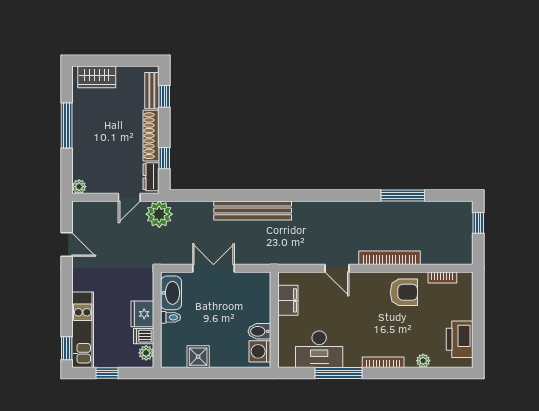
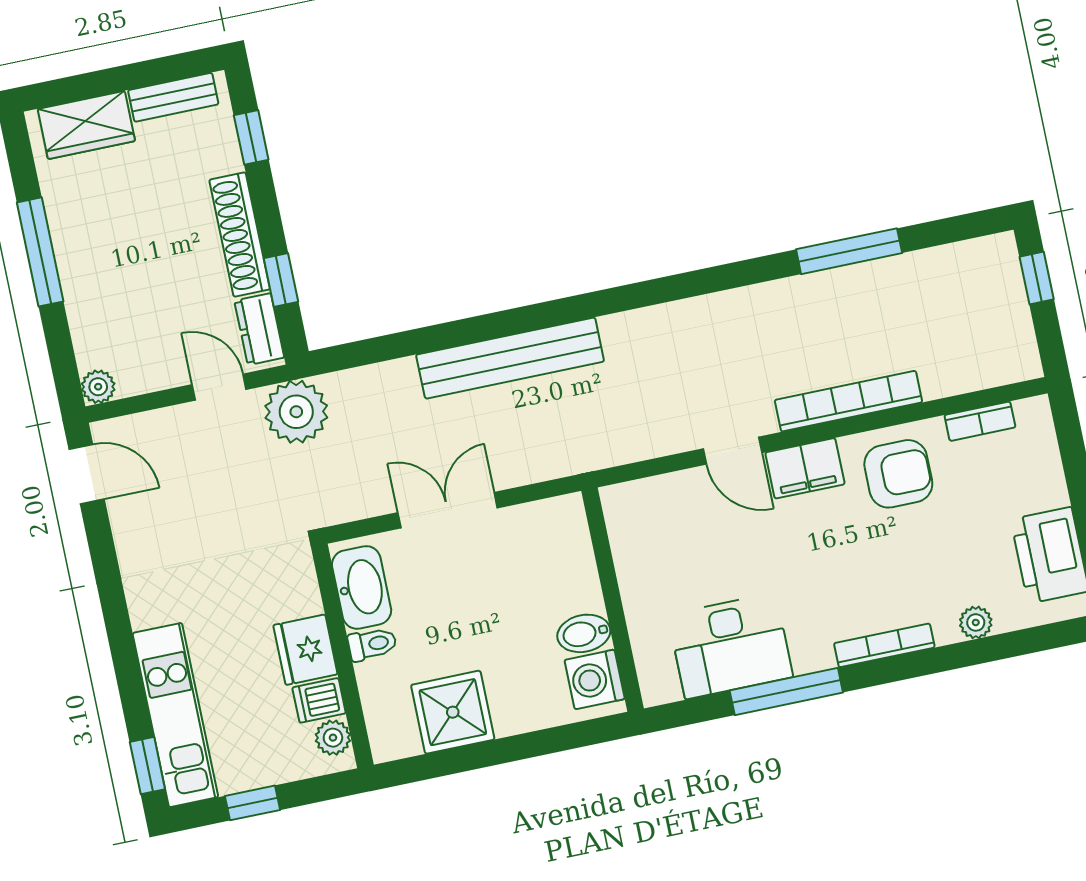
bench: (152, 91) -> (173, 97), moved, turned 90
door: (129, 197) -> (219, 387), swing flipped
door: (67, 244) -> (87, 474), moved
filing cabinet: (288, 300) -> (805, 468), moved, turned 90
shower: (198, 357) -> (453, 712), width x1.36, depth x1.36

